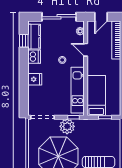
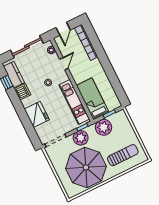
door: (86, 50) -> (64, 64), swing flipped
fridge: (35, 79) -> (37, 114), width x1.88, depth x1.34
plant: (93, 127) -> (103, 127), added

